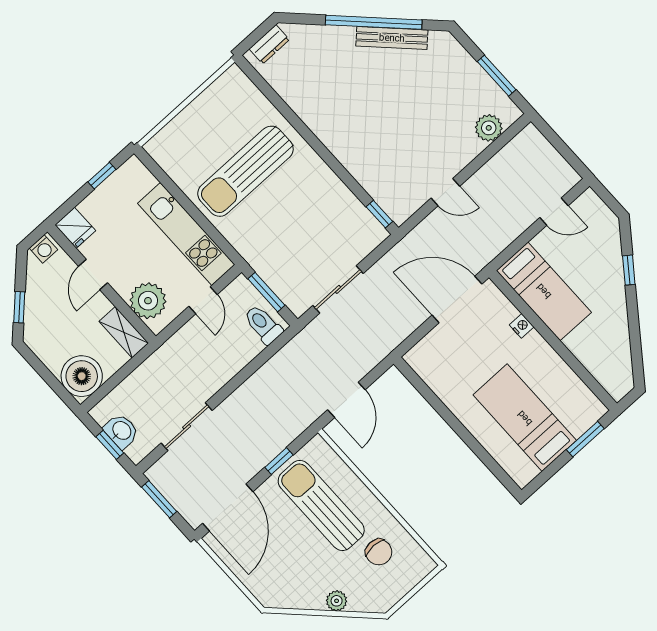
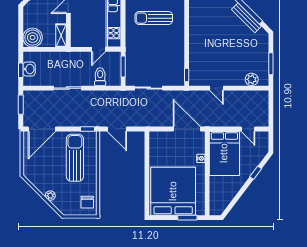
sun lounger: (245, 171) -> (154, 18), width x0.73, depth x0.75
bed: (544, 291) -> (224, 153), width x1.50
plant: (148, 301) -> (79, 32), removed
toilet: (263, 325) -> (100, 77), moved
door: (346, 400) -> (117, 129), hinge flipped
bed: (525, 418) -> (173, 191), width x2.04
sliding door: (187, 427) -> (68, 88), moved
window: (279, 461) -> (88, 129), moved
chair: (379, 552) -> (87, 202), moved

